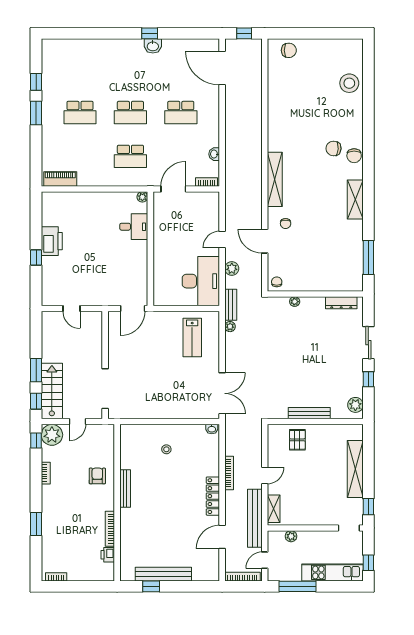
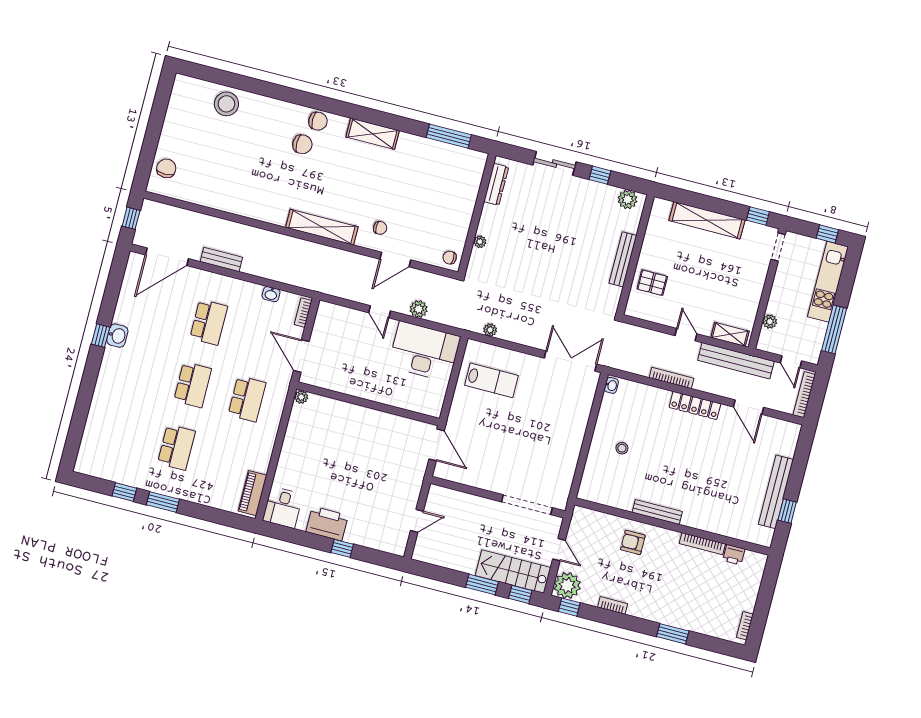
chair: (334, 148) -> (302, 144), turned -94
desk: (134, 227) -> (283, 507), moved, turned 180
bench: (231, 305) -> (221, 259), moved

